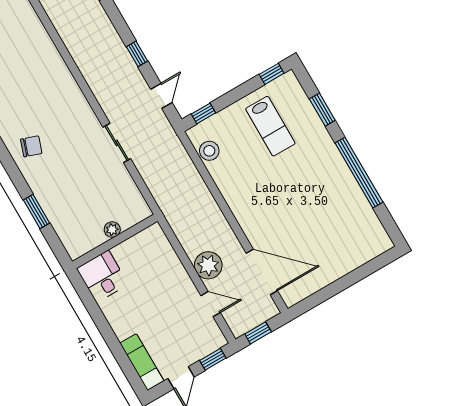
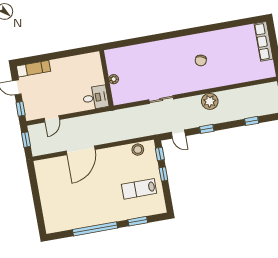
window: (272, 74) -> (163, 174), moved
chair: (31, 146) -> (201, 60), moved
window: (36, 212) -> (139, 41), removed
plant: (208, 265) -> (210, 101), moved
door: (262, 272) -> (81, 150), moved
desk: (102, 276) -> (95, 98), moved

